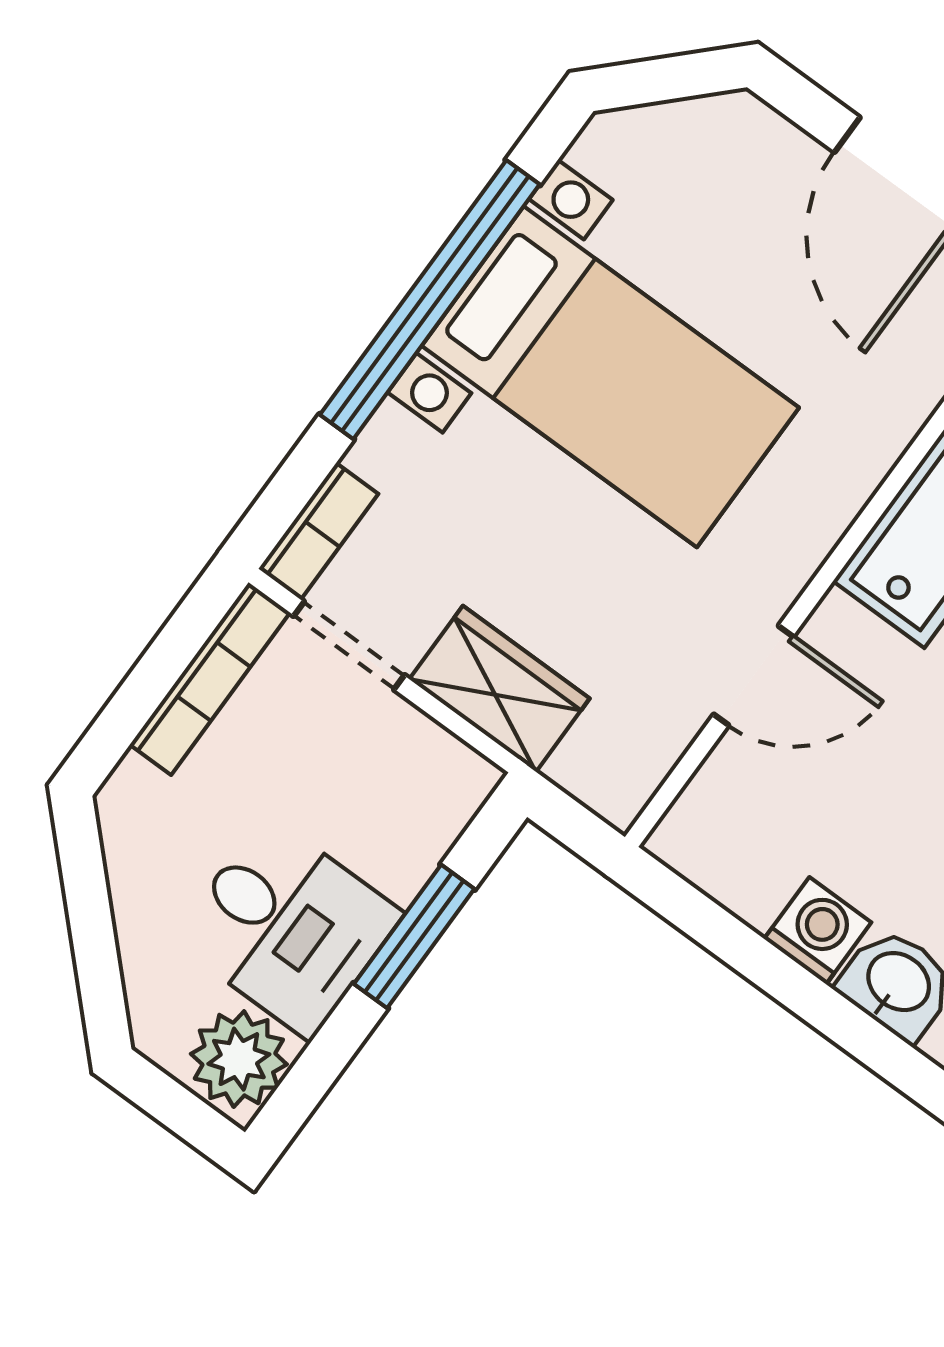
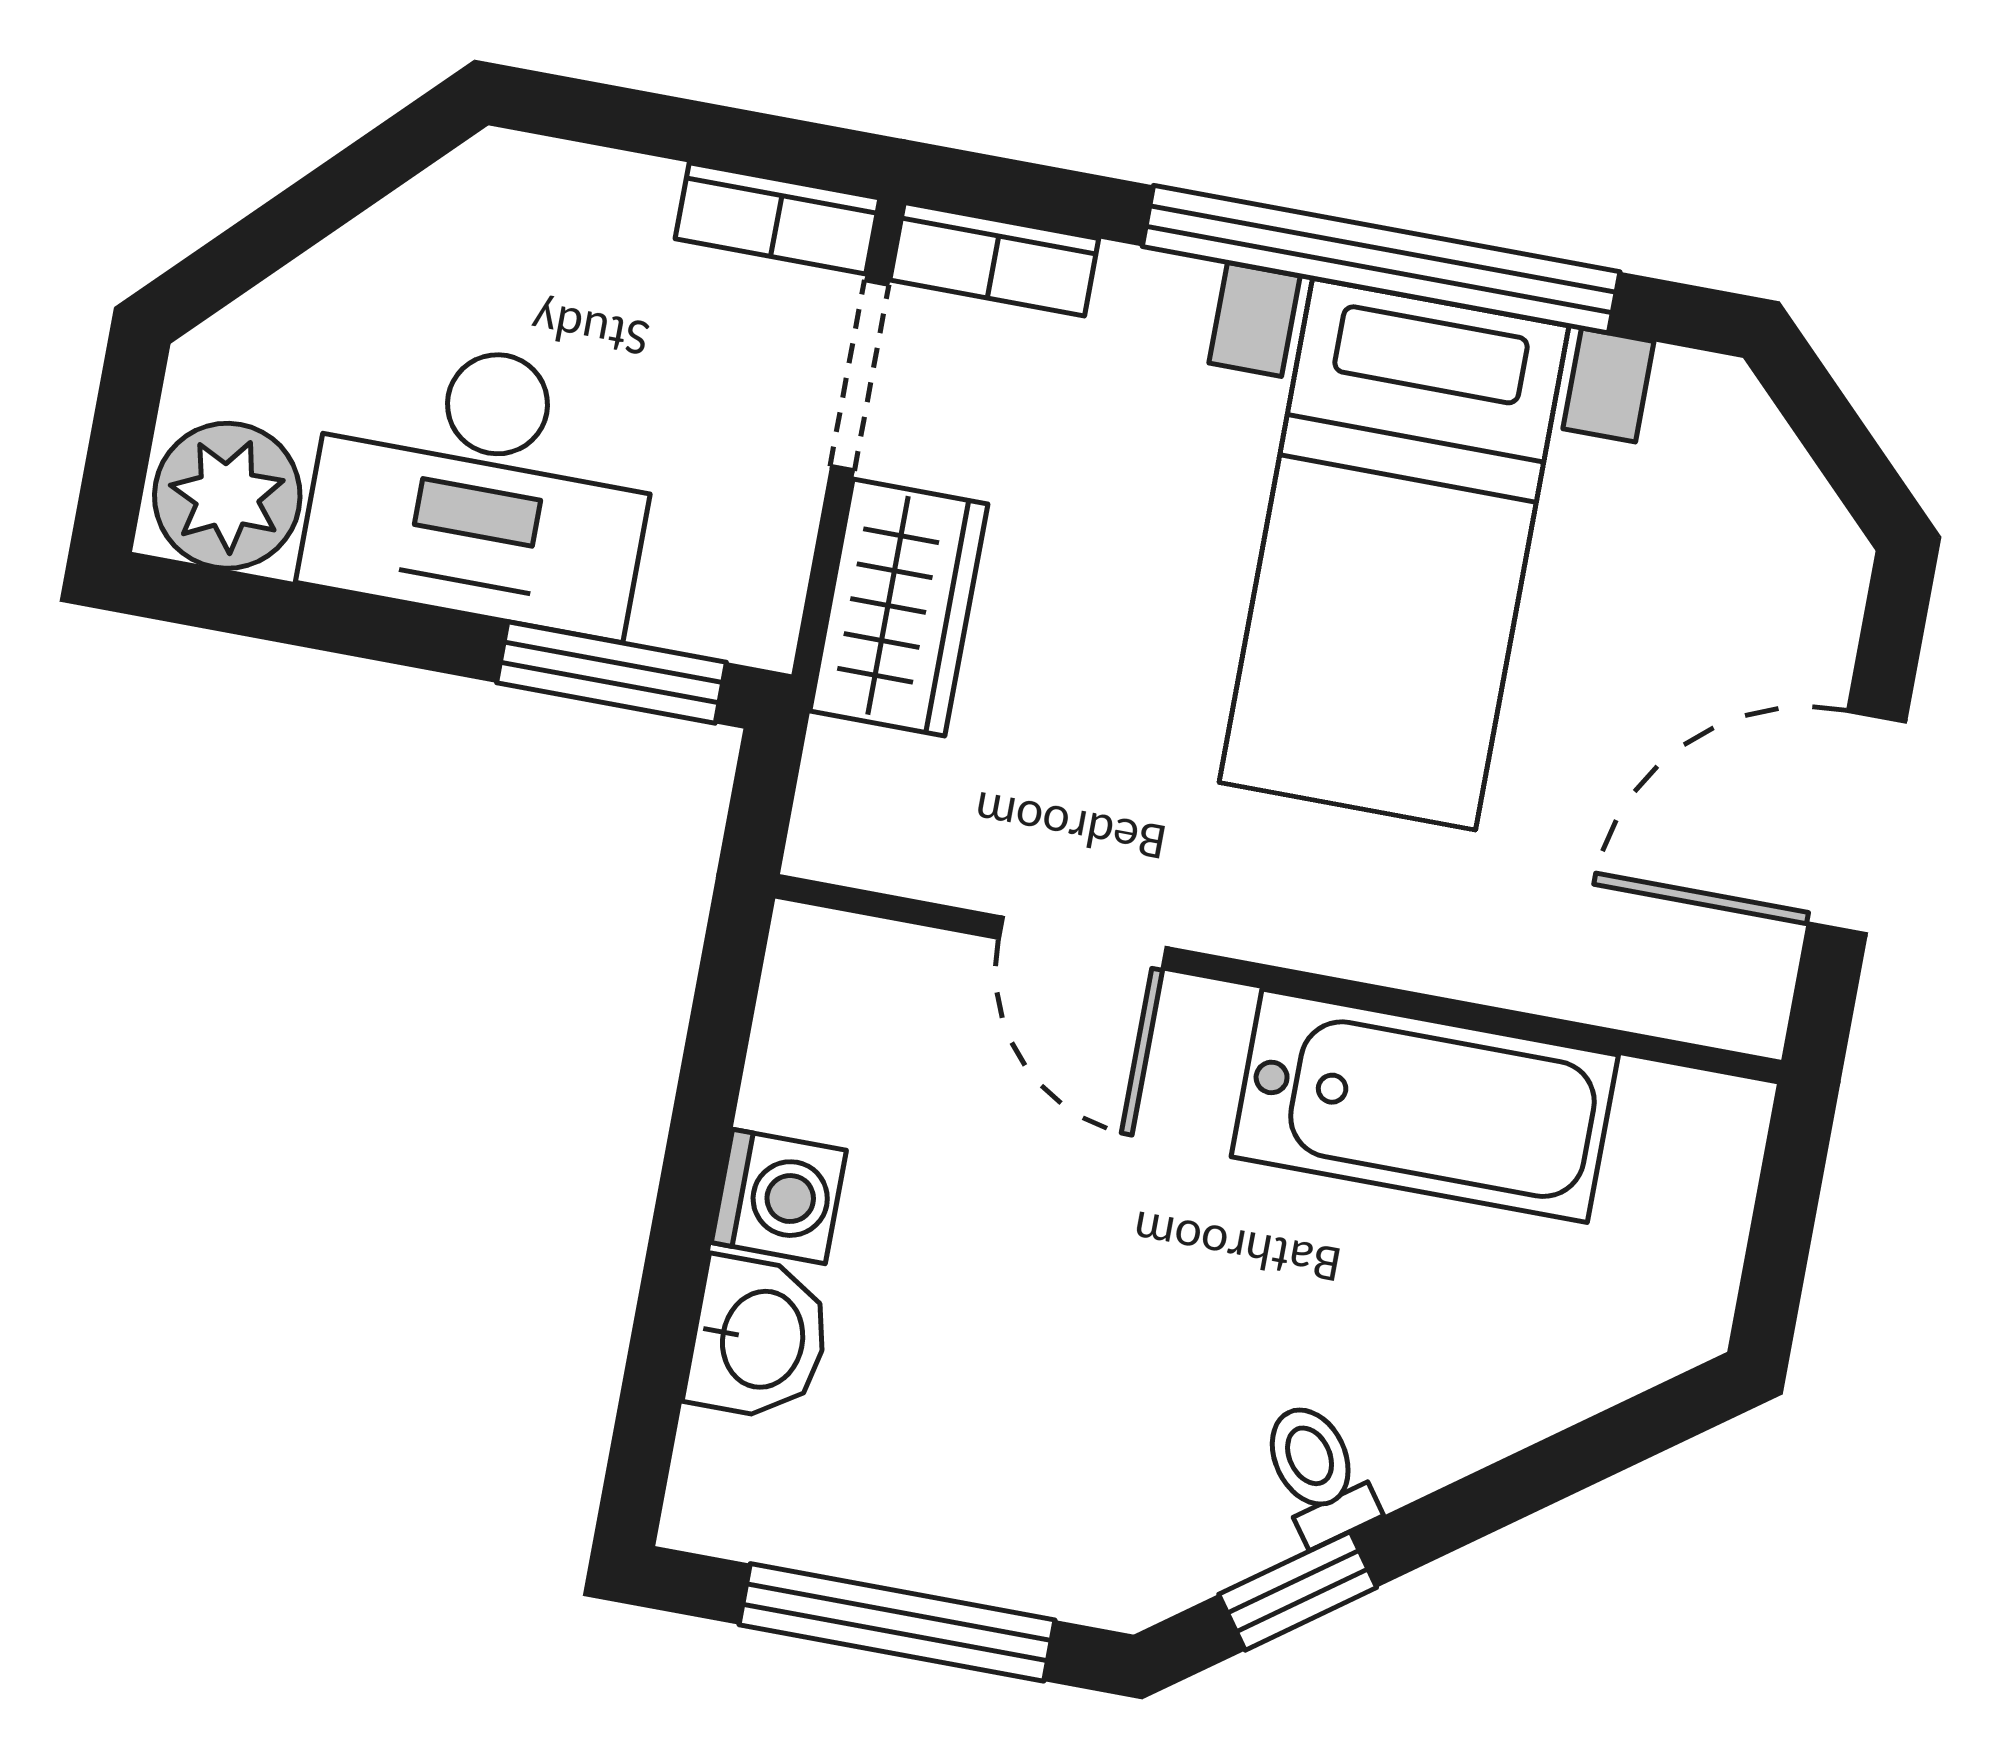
bookcase: (210, 679) -> (778, 218), width x0.64
desk: (288, 927) -> (483, 484), width x1.37
window: (414, 936) -> (612, 672), moved

